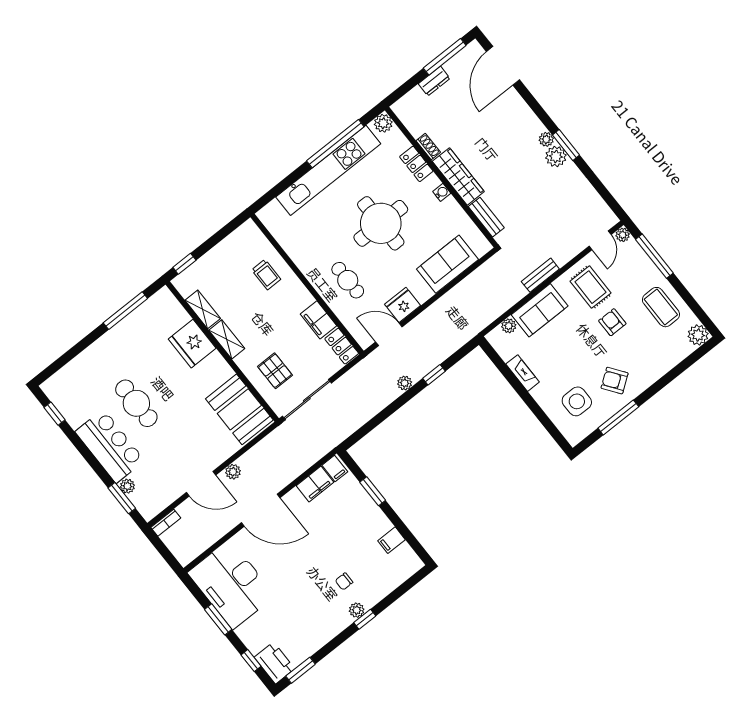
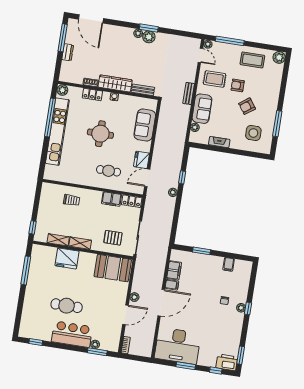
round table: (381, 223) -> (100, 134), width x0.73, depth x0.73
armchair: (615, 381) -> (247, 106), moved
filing cabinet: (335, 468) -> (172, 285), moved

